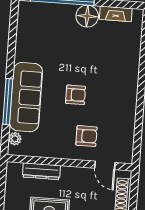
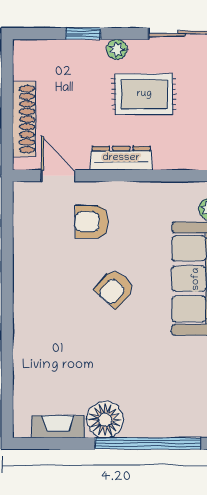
armchair: (76, 95) -> (115, 288), turned -48
dresser: (41, 171) -> (121, 158), moved

